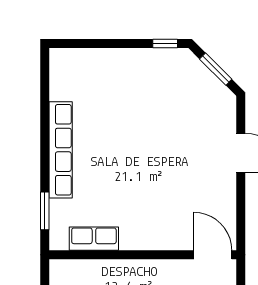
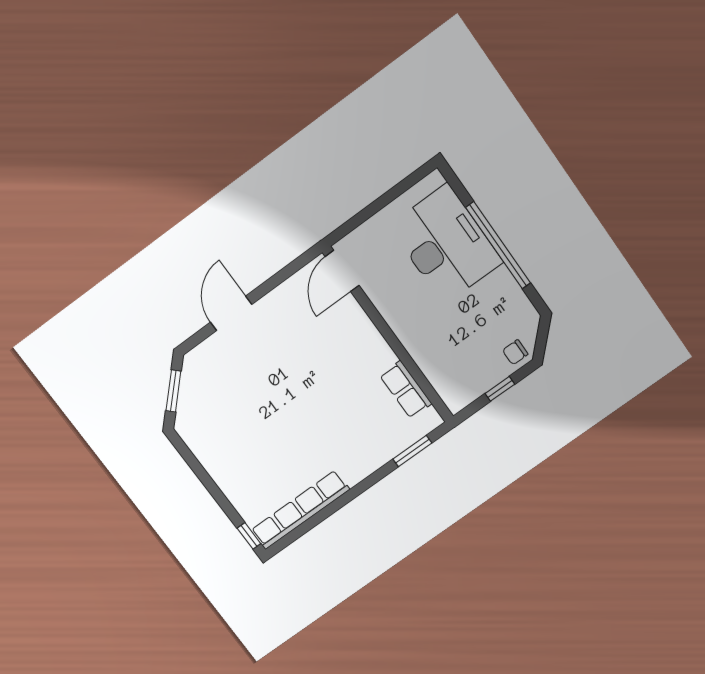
window: (165, 44) -> (249, 536), moved
row of seats: (61, 150) -> (300, 510), moved

